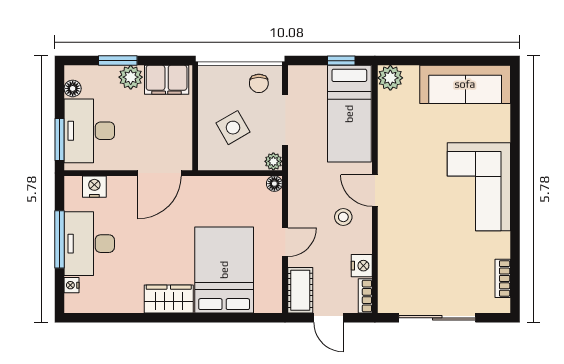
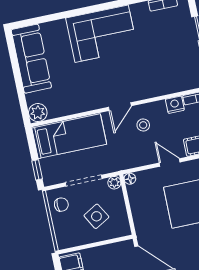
window: (341, 61) -> (37, 170), moved

